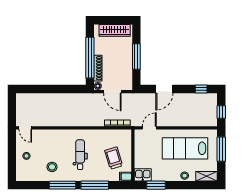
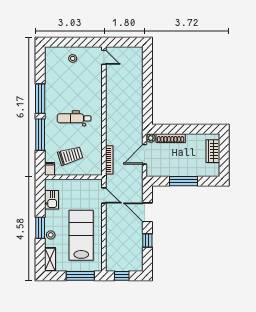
wardrobe: (115, 30) -> (213, 151), width x0.67
window: (90, 58) -> (182, 129), removed
window: (201, 89) -> (147, 241), moved
door: (25, 128) -> (104, 57), swing flipped
dental chair: (80, 155) -> (74, 118), turned 180
stool: (52, 167) -> (60, 87), removed
kitchen sink: (143, 175) -> (52, 200), moved
window: (156, 185) -> (40, 228), moved

